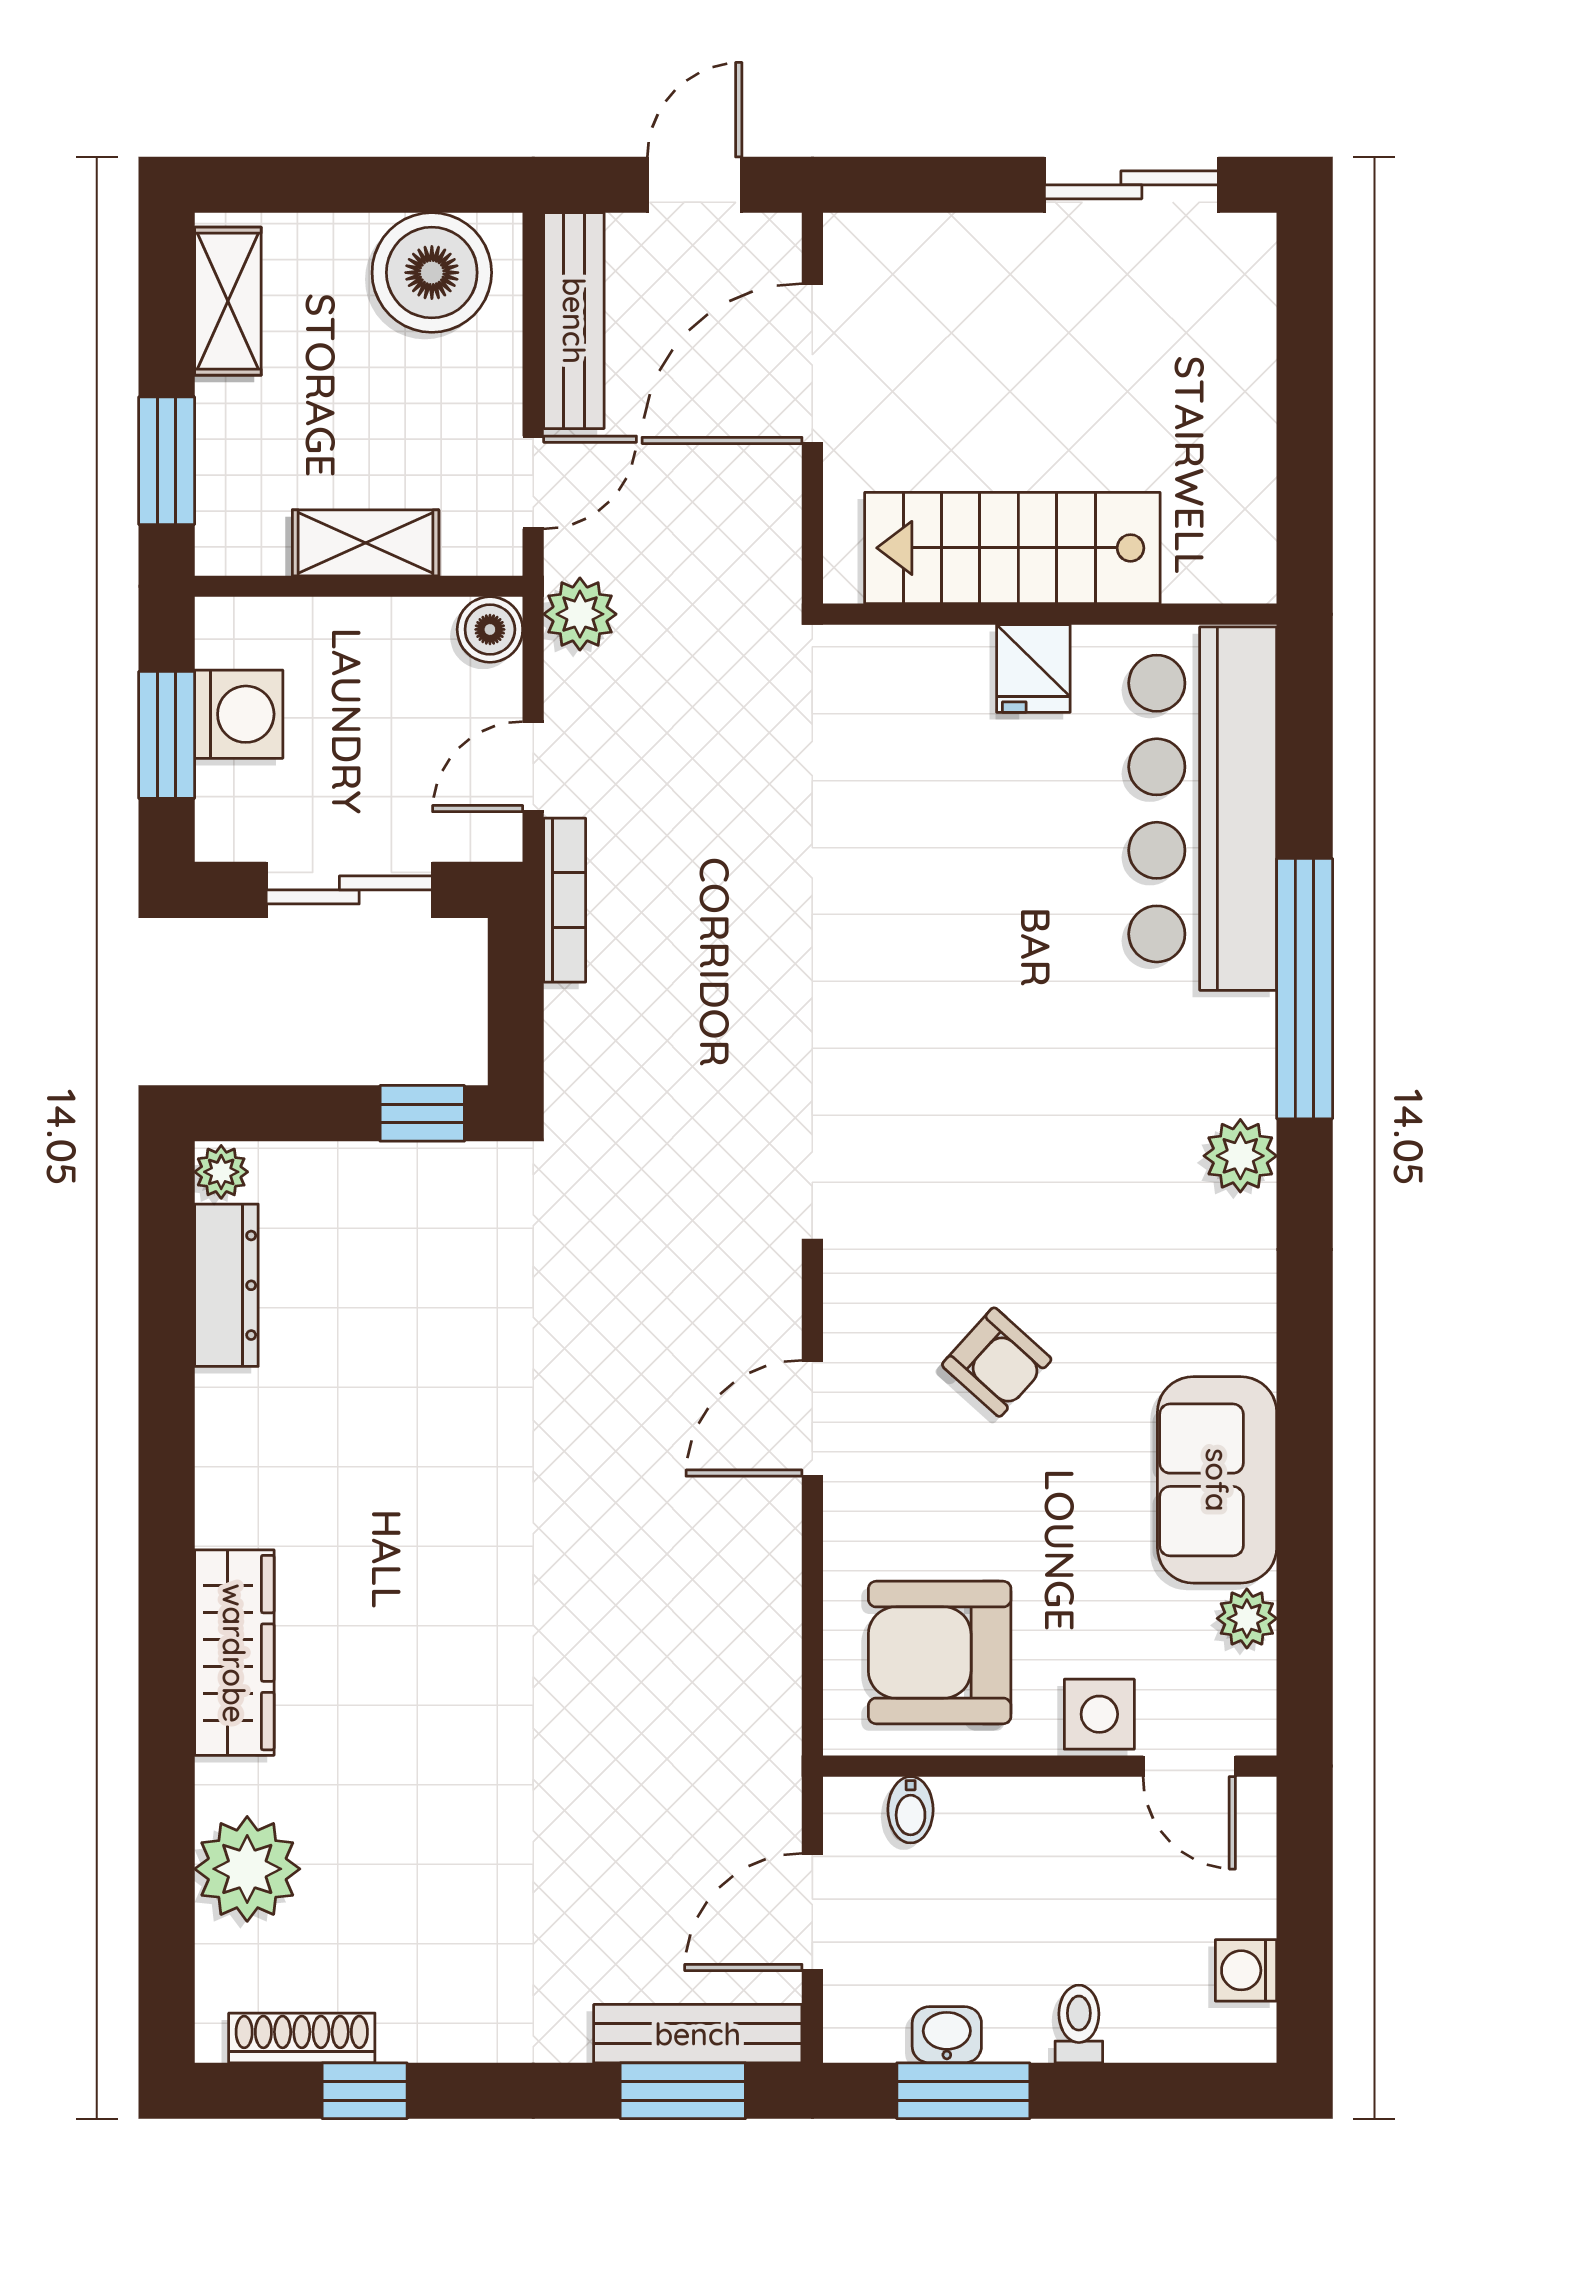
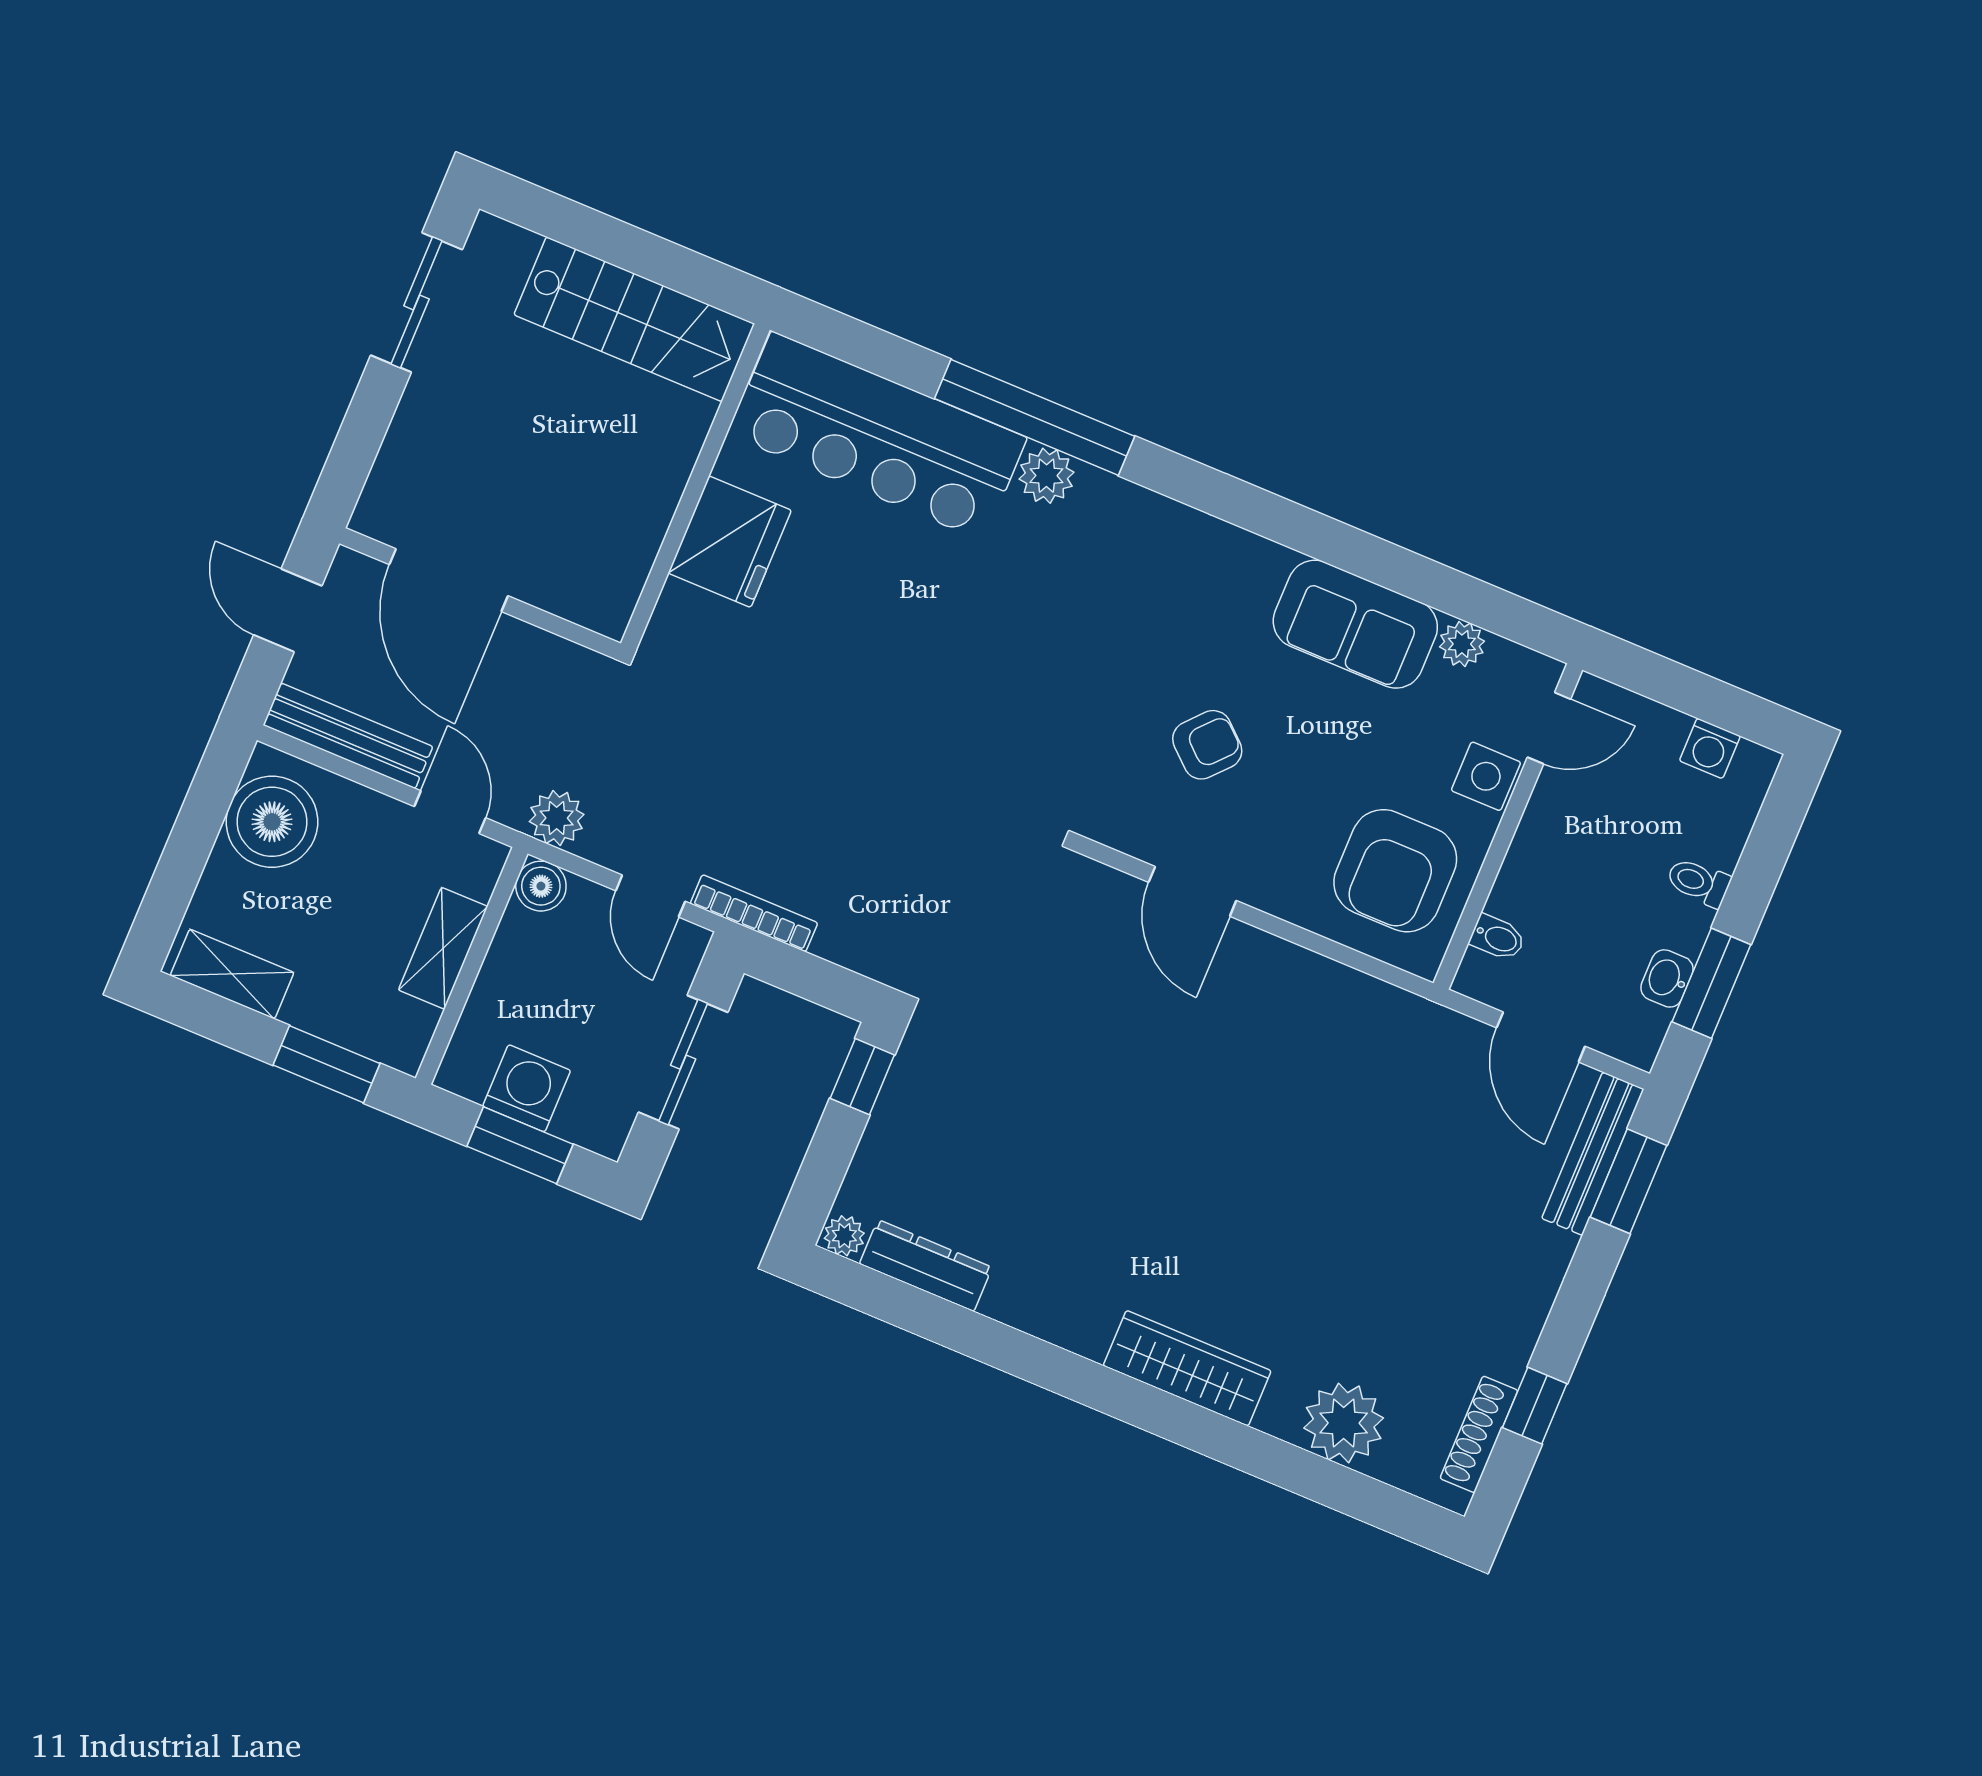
stairs: (1012, 548) -> (634, 319), moved, turned -90
fridge: (1033, 668) -> (730, 542), width x1.88, depth x1.34
plant: (1240, 1156) -> (1046, 476), moved

